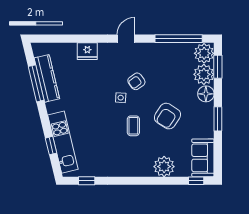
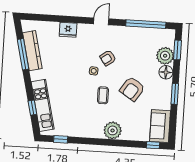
plant: (204, 53) -> (166, 38), removed
plant: (164, 167) -> (113, 130), moved

